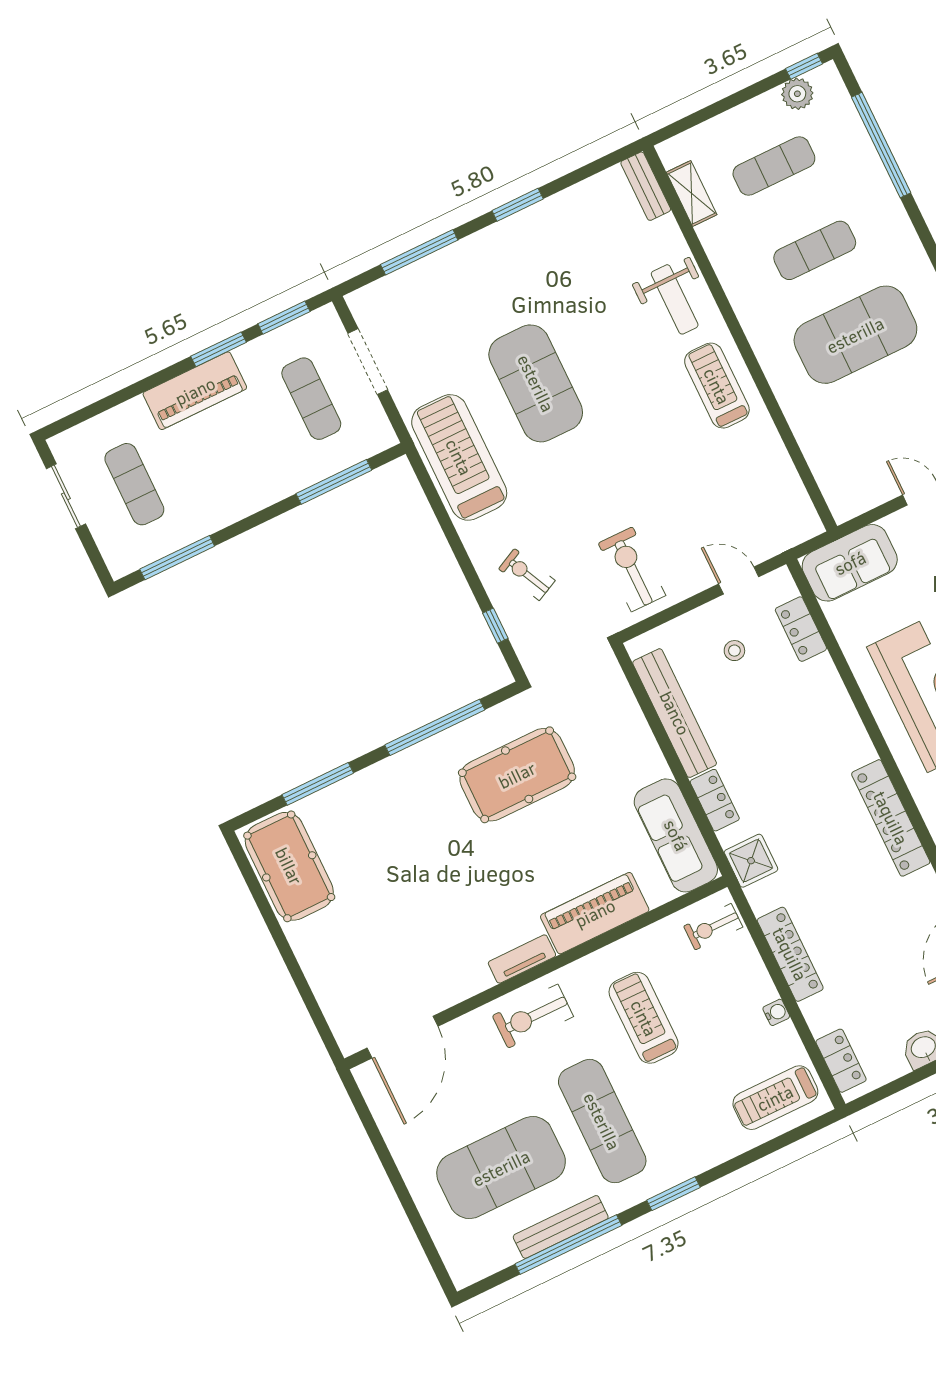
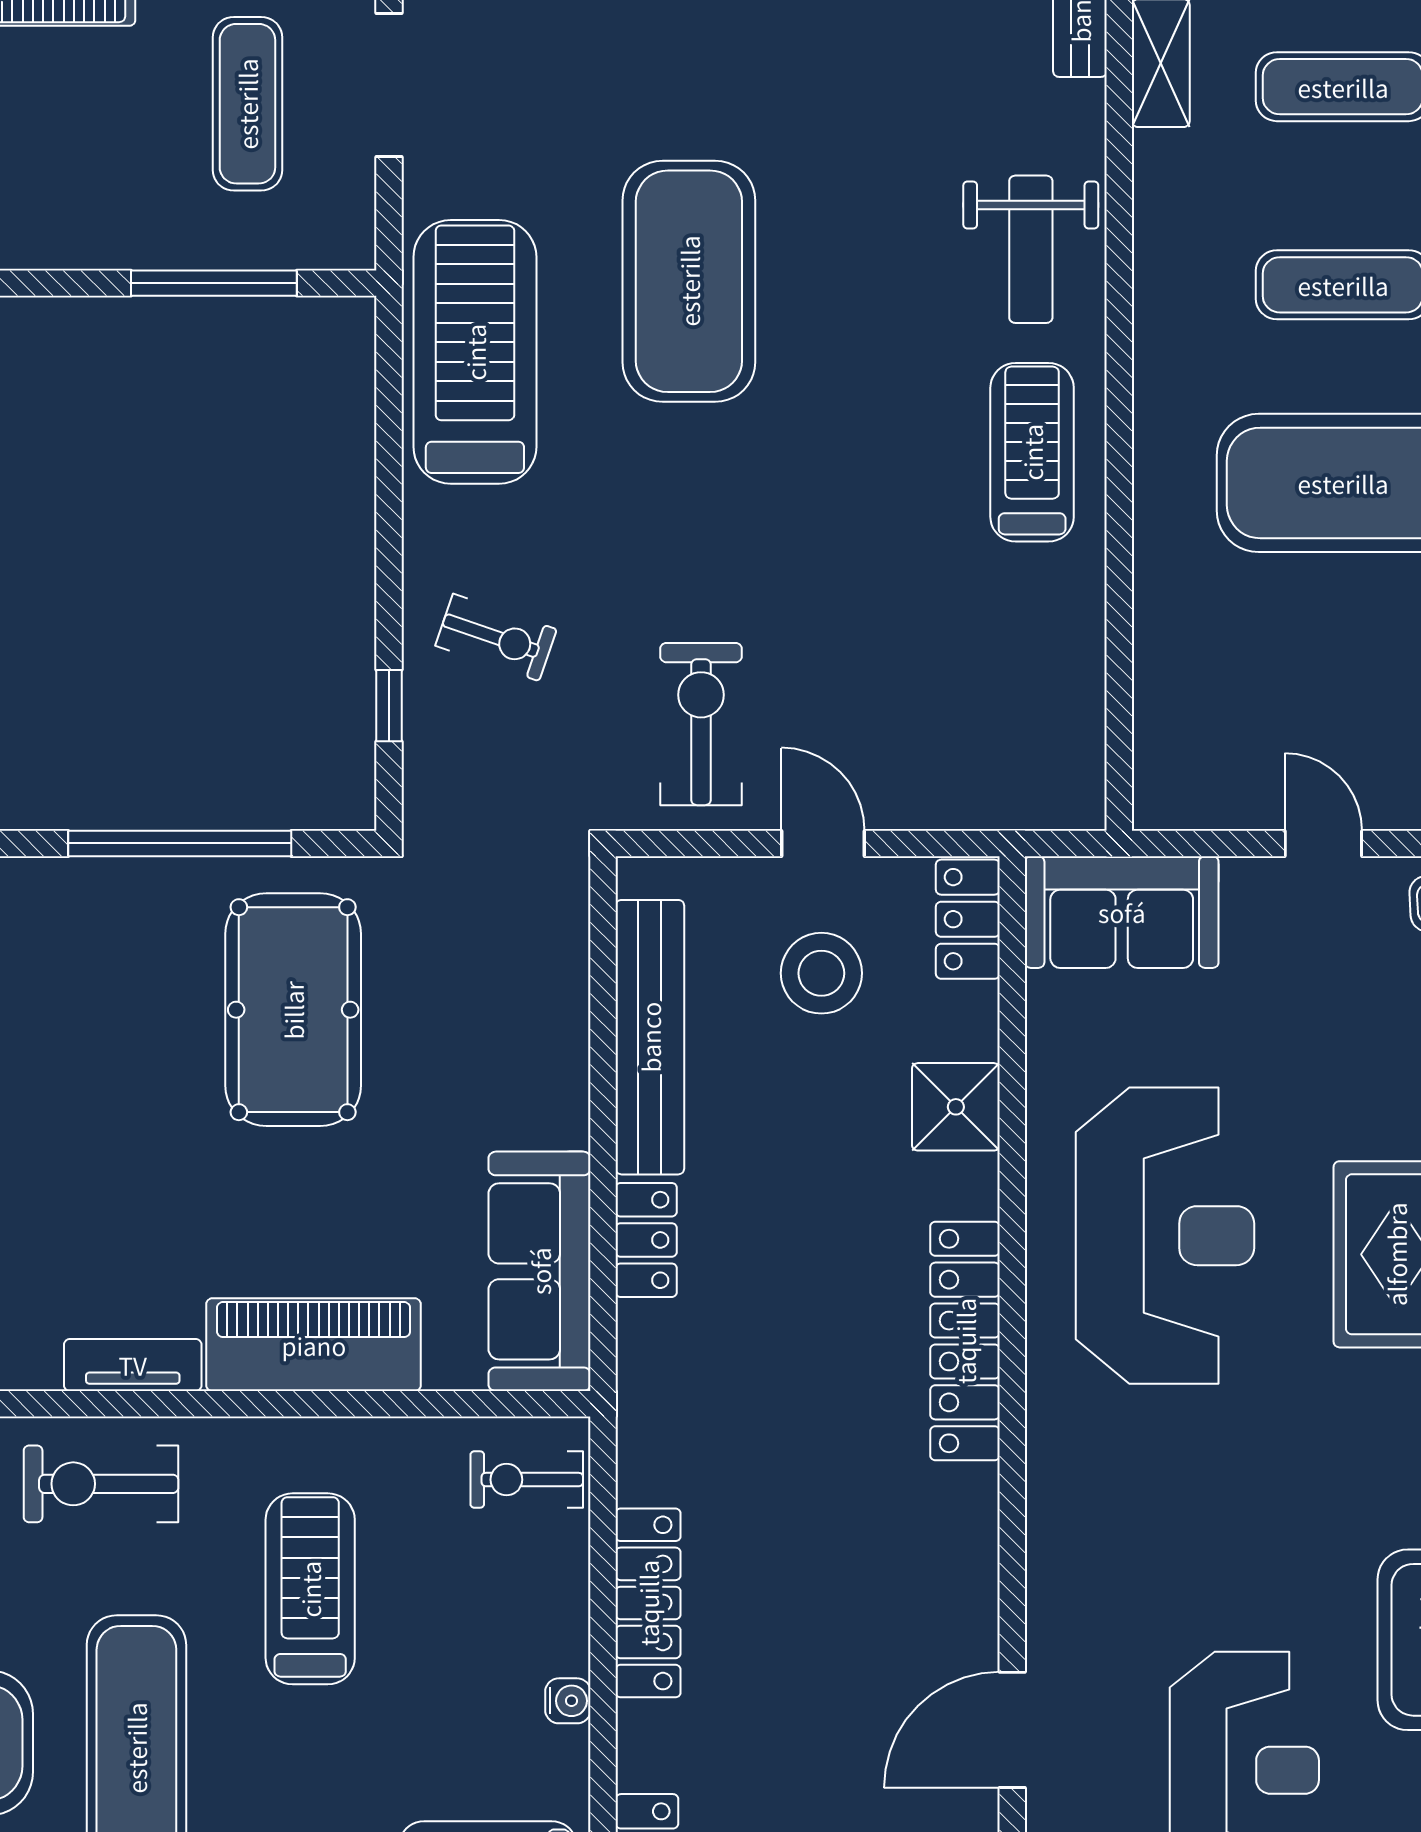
exercise bike: (527, 575) -> (496, 637), turned 135
door: (739, 580) -> (823, 843), moved
locker: (801, 629) -> (968, 919), moved
stool: (734, 651) -> (821, 973), width x1.89, depth x1.89
pool table: (517, 775) -> (293, 1010), turned 90
locker: (891, 818) -> (965, 1341), moved
shower: (751, 861) -> (956, 1107), moved

